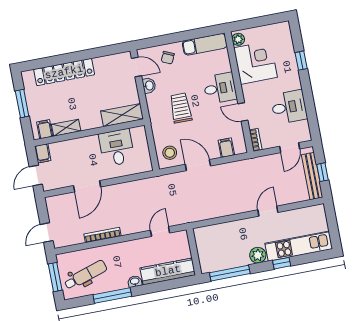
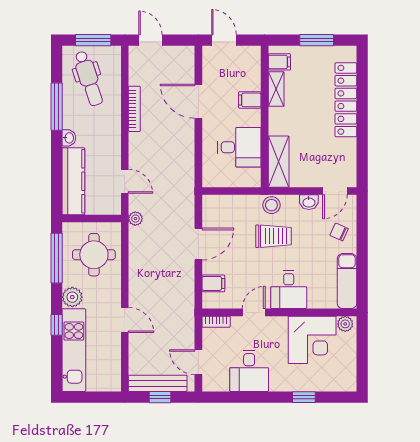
filing cabinet: (43, 153) -> (250, 100), moved
stool: (170, 153) -> (271, 205), moved
plant: (188, 218) -> (135, 219), added
round table: (222, 245) -> (94, 255), added

